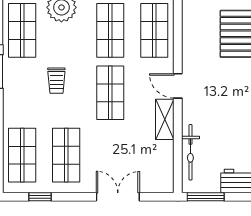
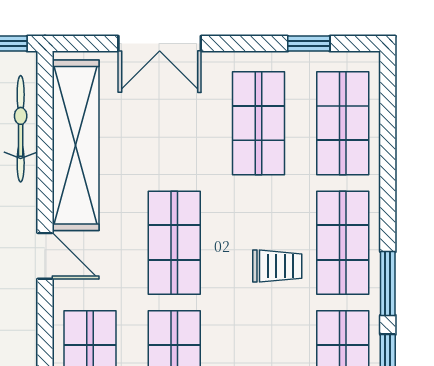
trolley: (56, 81) -> (277, 266), turned 90
shop shelf: (22, 93) -> (343, 243), added
shelving: (165, 119) -> (76, 145), width x2.20, depth x1.33

